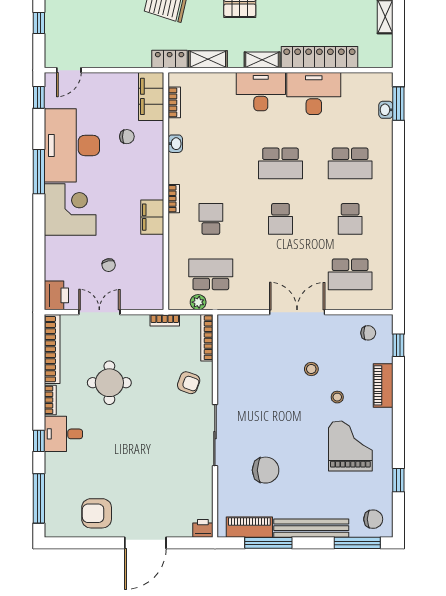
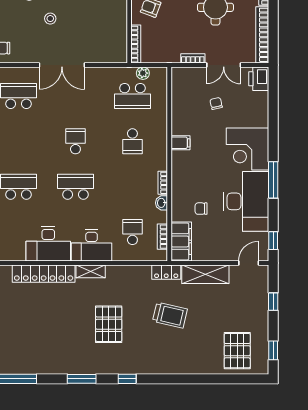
shelving: (208, 59) -> (205, 274), moved, width x1.50, depth x1.33
bookcase: (174, 199) -> (163, 183), moved
filing cabinet: (152, 217) -> (180, 143), width x0.50
school desk: (350, 219) -> (132, 232), moved
bookcase: (165, 320) -> (193, 58), moved

